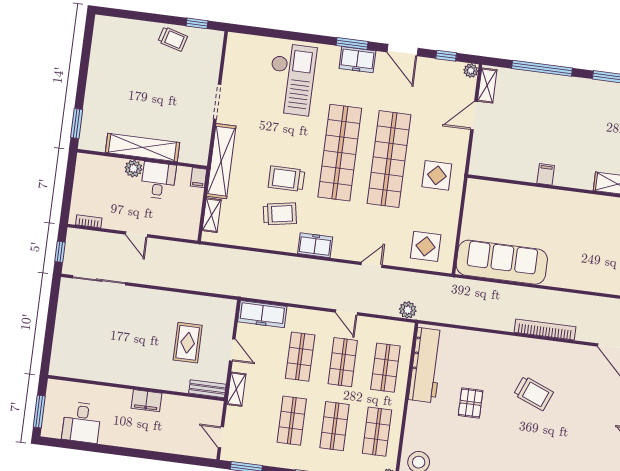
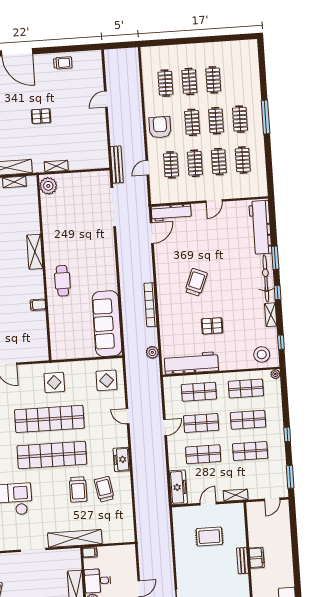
cafe table: (571, 214) -> (62, 281), added
shelving: (212, 215) -> (115, 538), removed
plant: (408, 310) -> (152, 352), moved
bookcase: (545, 330) -> (150, 305), moved
bench: (207, 389) -> (242, 561), moved

